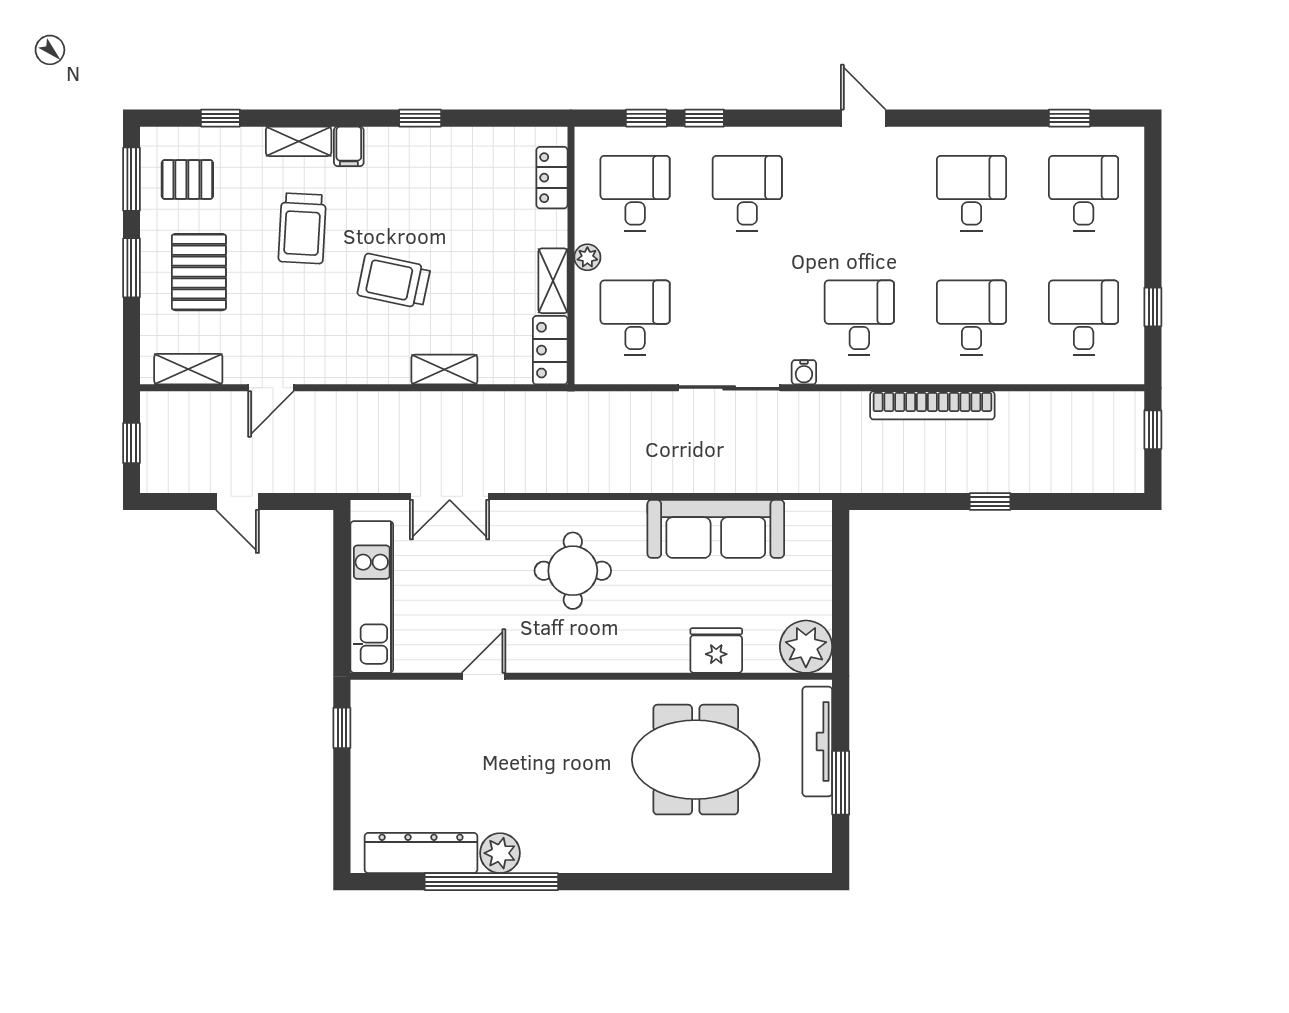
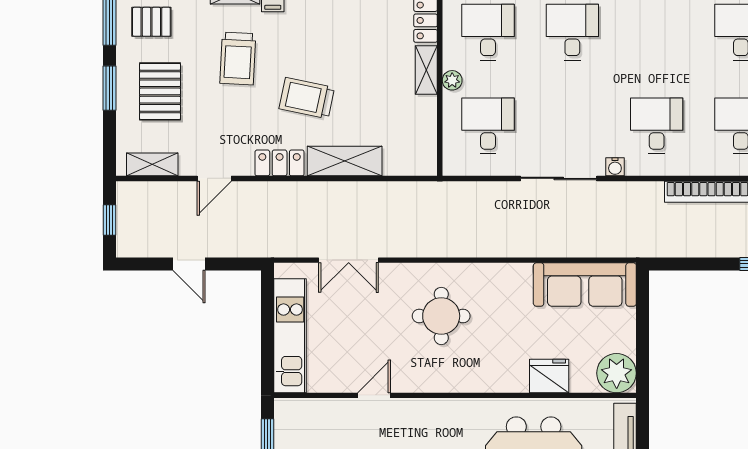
shelving: (553, 281) -> (426, 70), moved
locker: (550, 350) -> (280, 163), moved, turned 90
shelving: (444, 370) -> (345, 161), width x1.50, depth x1.33
sofa: (716, 529) -> (585, 285), moved

